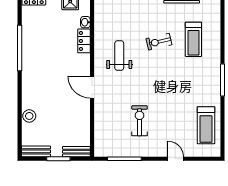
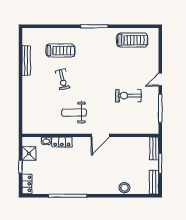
door: (176, 159) -> (160, 80), moved

